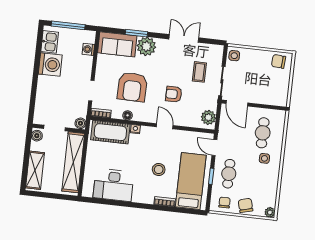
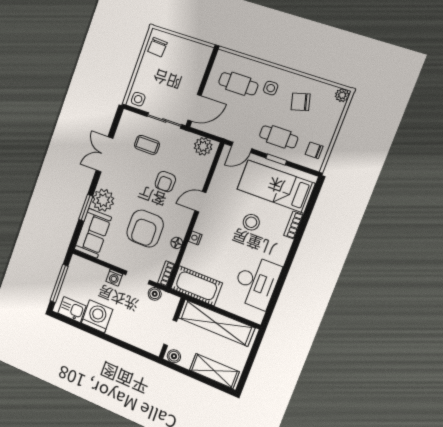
washing machine: (88, 49) -> (114, 278), moved
armchair: (132, 87) -> (145, 229), turned 89
boiler: (80, 123) -> (155, 294), moved
cot: (110, 132) -> (197, 286), moved, turned 90
chair: (246, 205) -> (301, 102), moved

